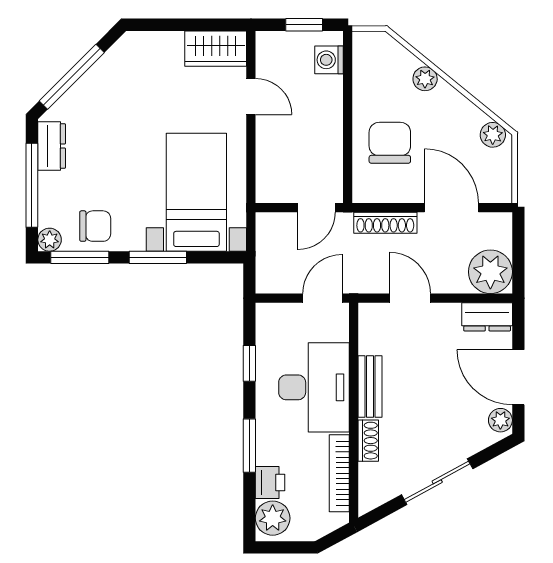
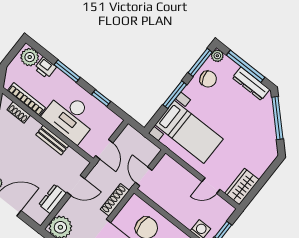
dresser: (52, 146) -> (251, 84), width x1.44
chair: (95, 226) -> (208, 79), turned -105
dresser: (487, 317) -> (53, 199), moved
shoe rack: (368, 441) -> (19, 112), moved

